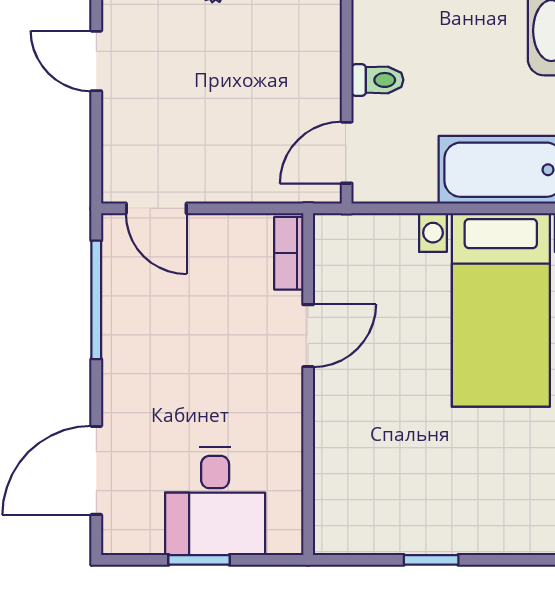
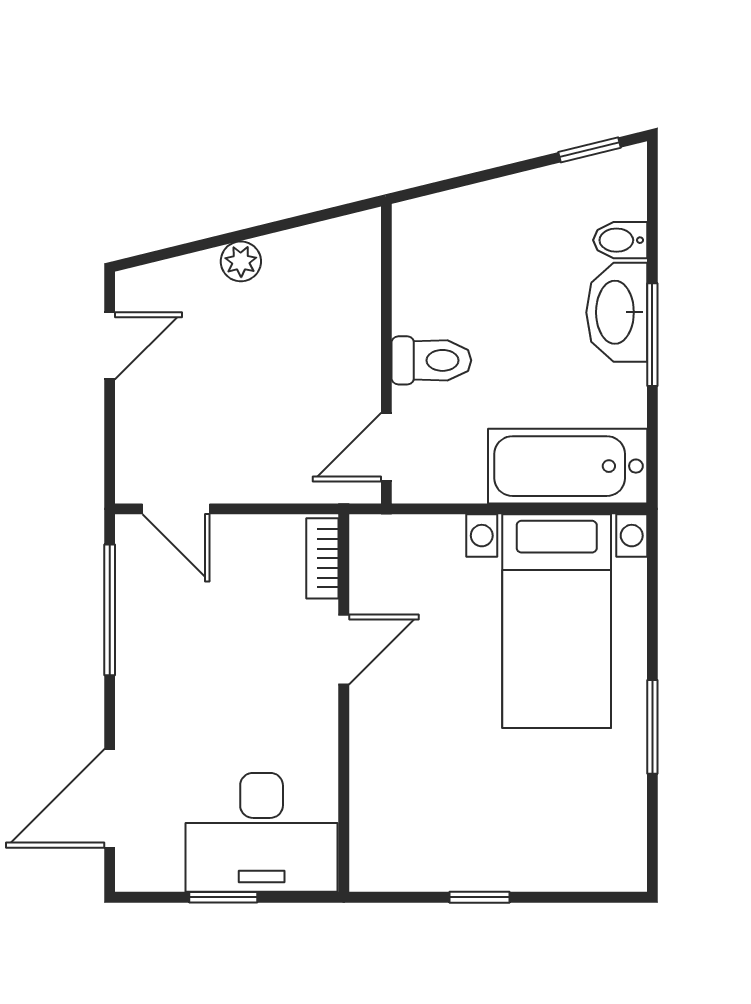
door: (96, 61) -> (110, 346), swing flipped
toilet: (377, 80) -> (431, 360), width x1.37, depth x1.39
desk: (215, 501) -> (262, 832), width x1.37

